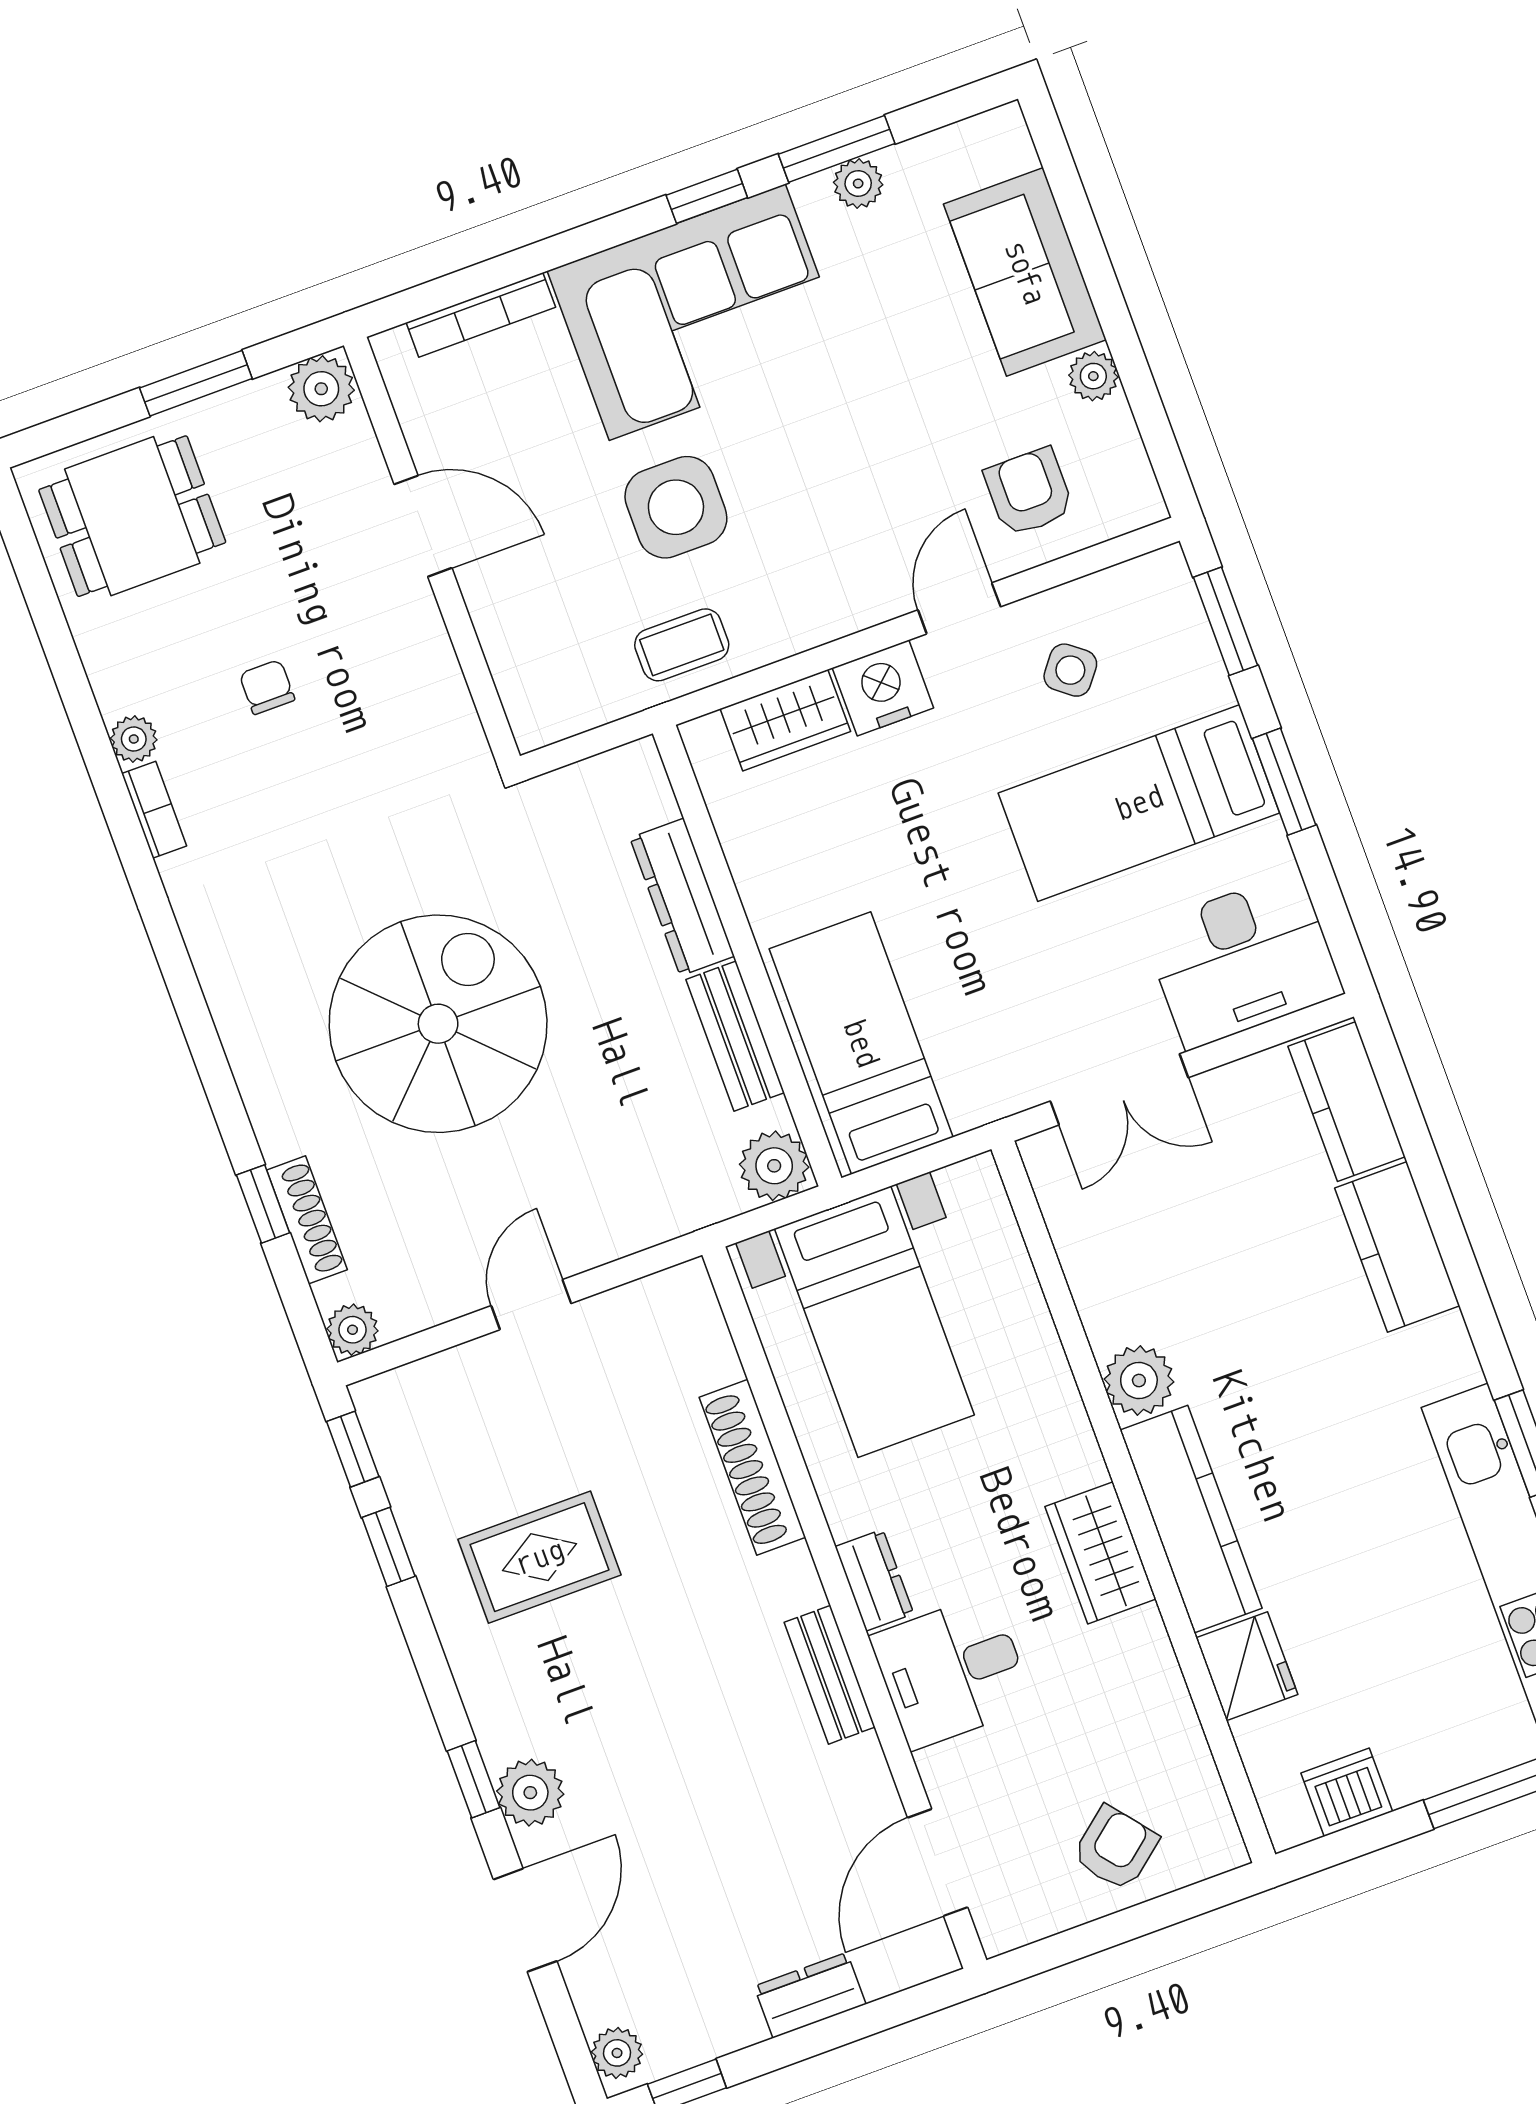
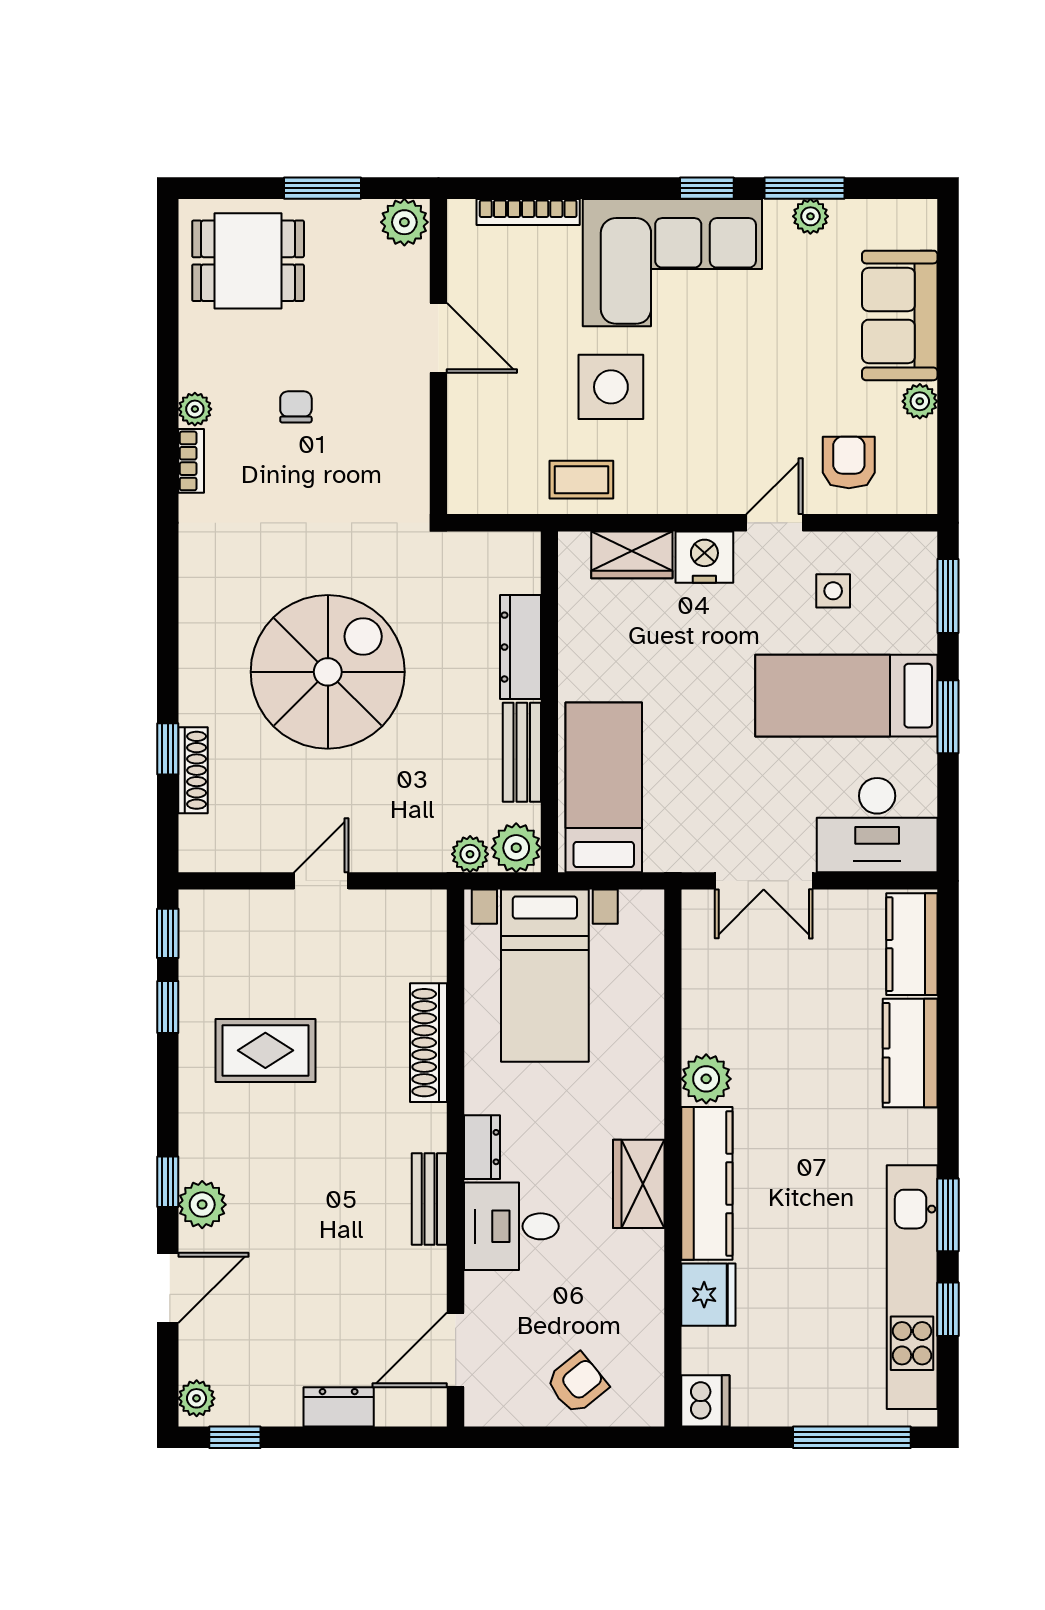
side table: (1070, 670) -> (833, 591), turned -38
plant: (352, 1330) -> (470, 854), moved
dishwasher: (1347, 1792) -> (705, 1401), moved, turned 90

